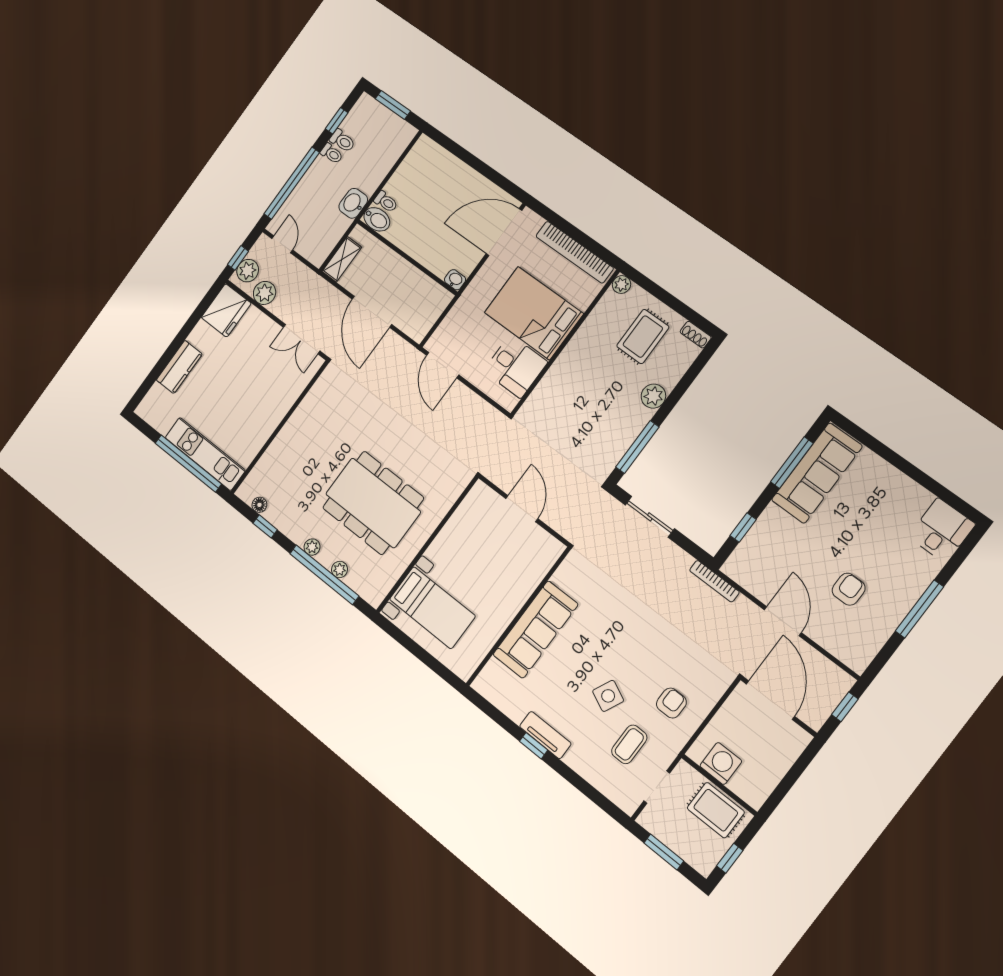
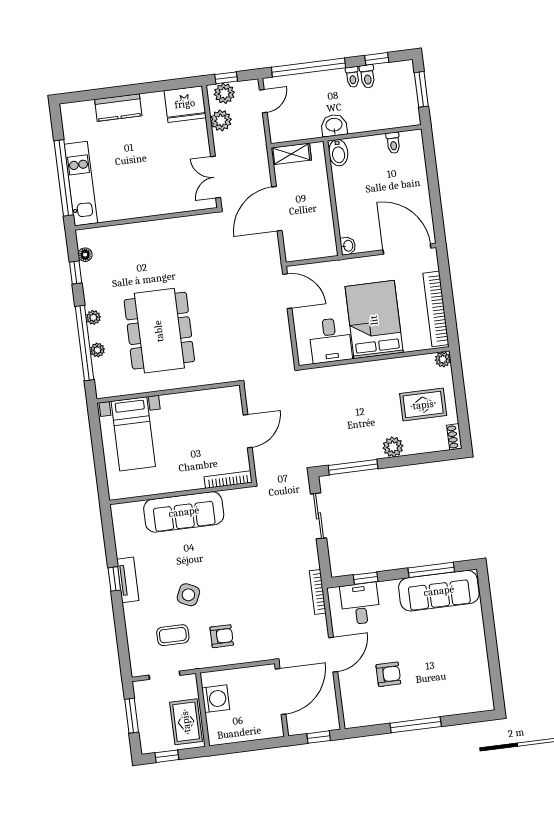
toilet: (386, 202) -> (393, 143), moved
door: (443, 365) -> (287, 291), swing flipped
desk: (942, 530) -> (360, 604), moved, turned -90
bookcase: (545, 565) -> (228, 480), added

